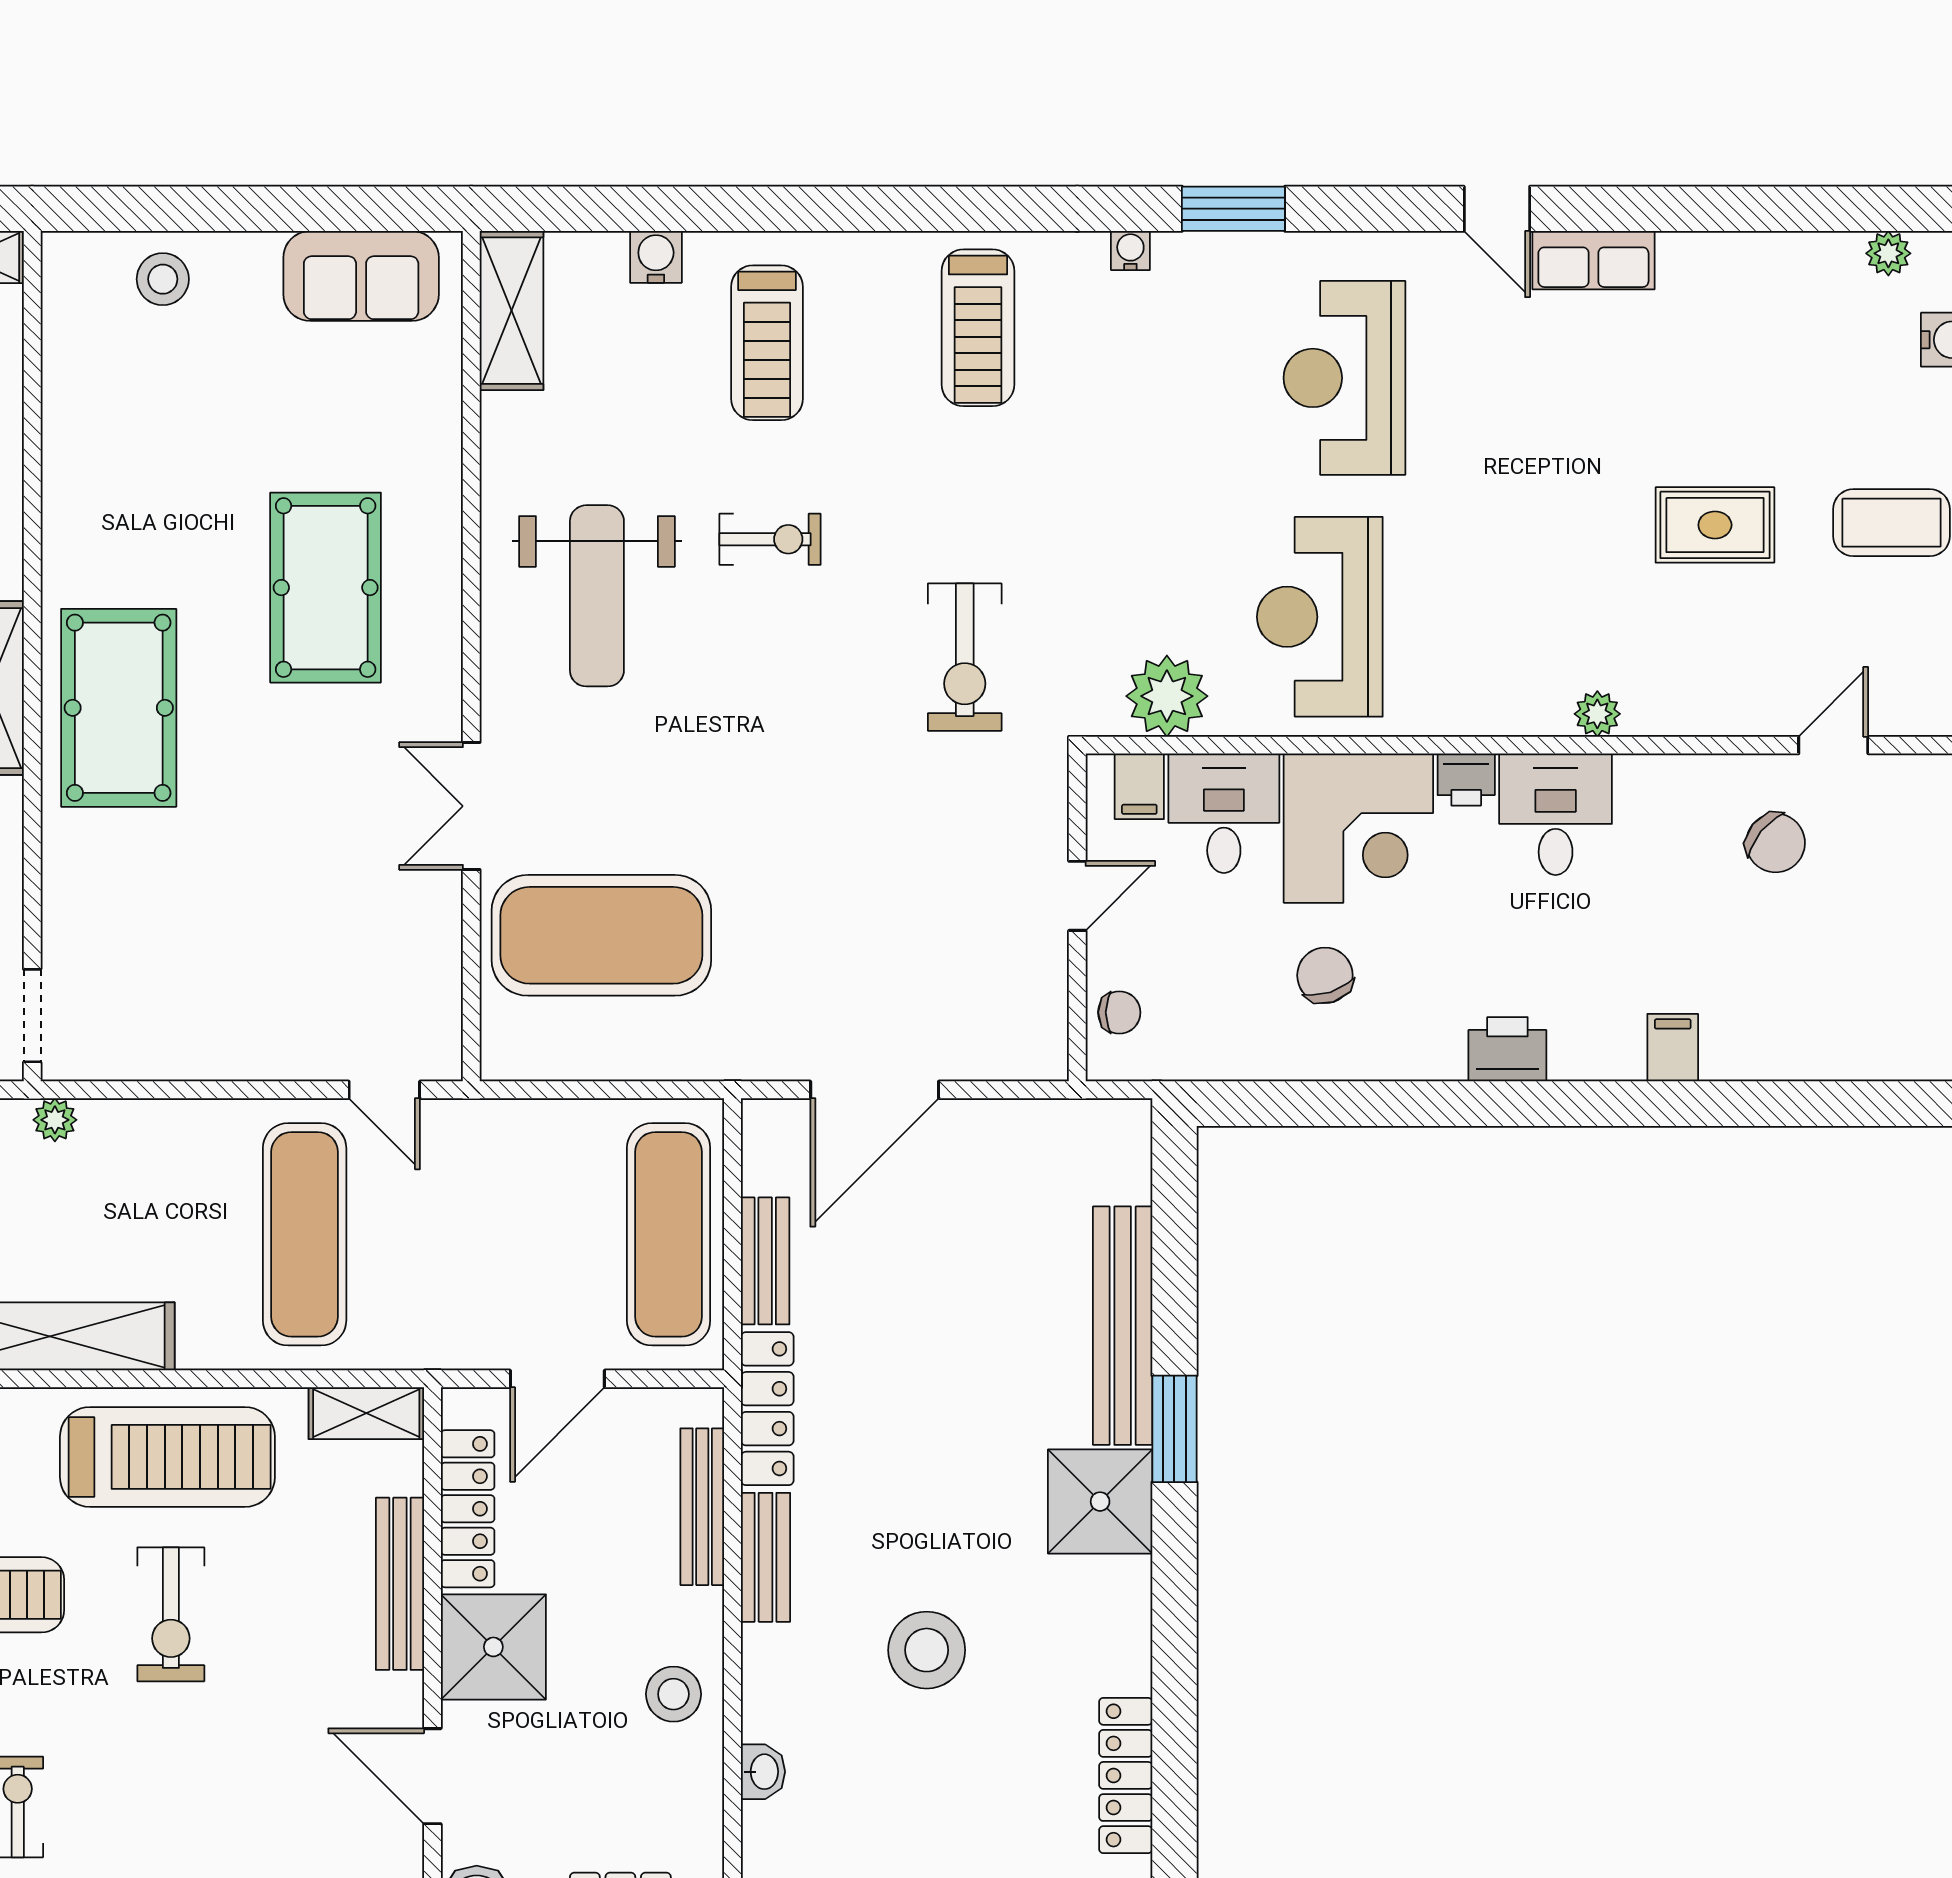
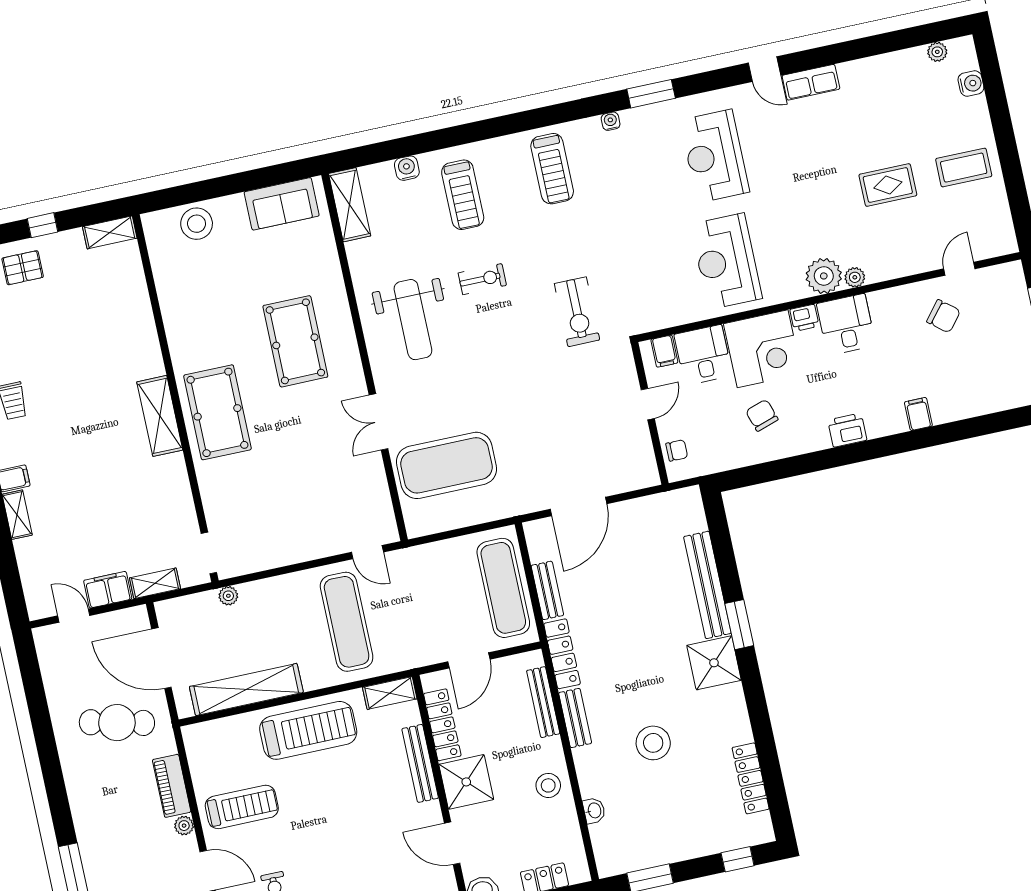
stool: (163, 279) -> (197, 224), width x1.38, depth x1.38
plant: (1167, 696) -> (824, 276), moved
exercise bike: (171, 1614) -> (324, 798), removed

